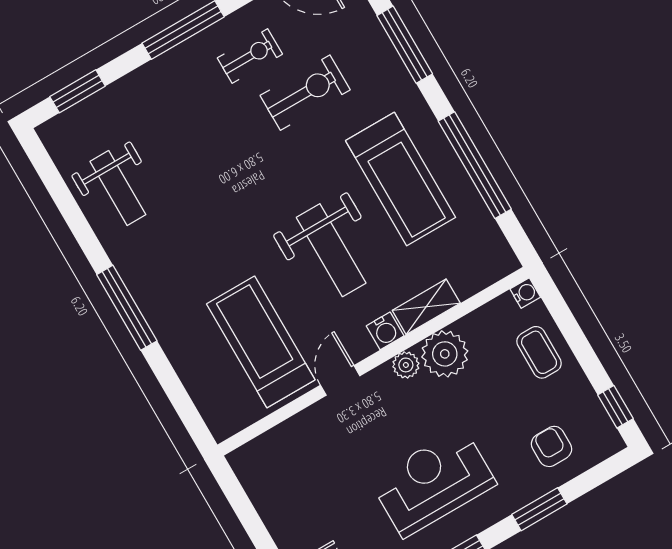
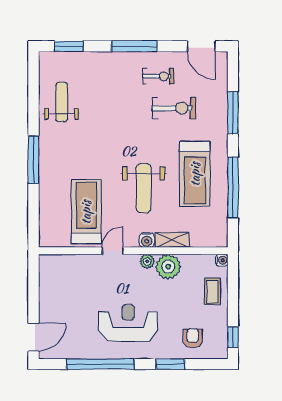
weight bench: (118, 188) -> (62, 102), turned 180

